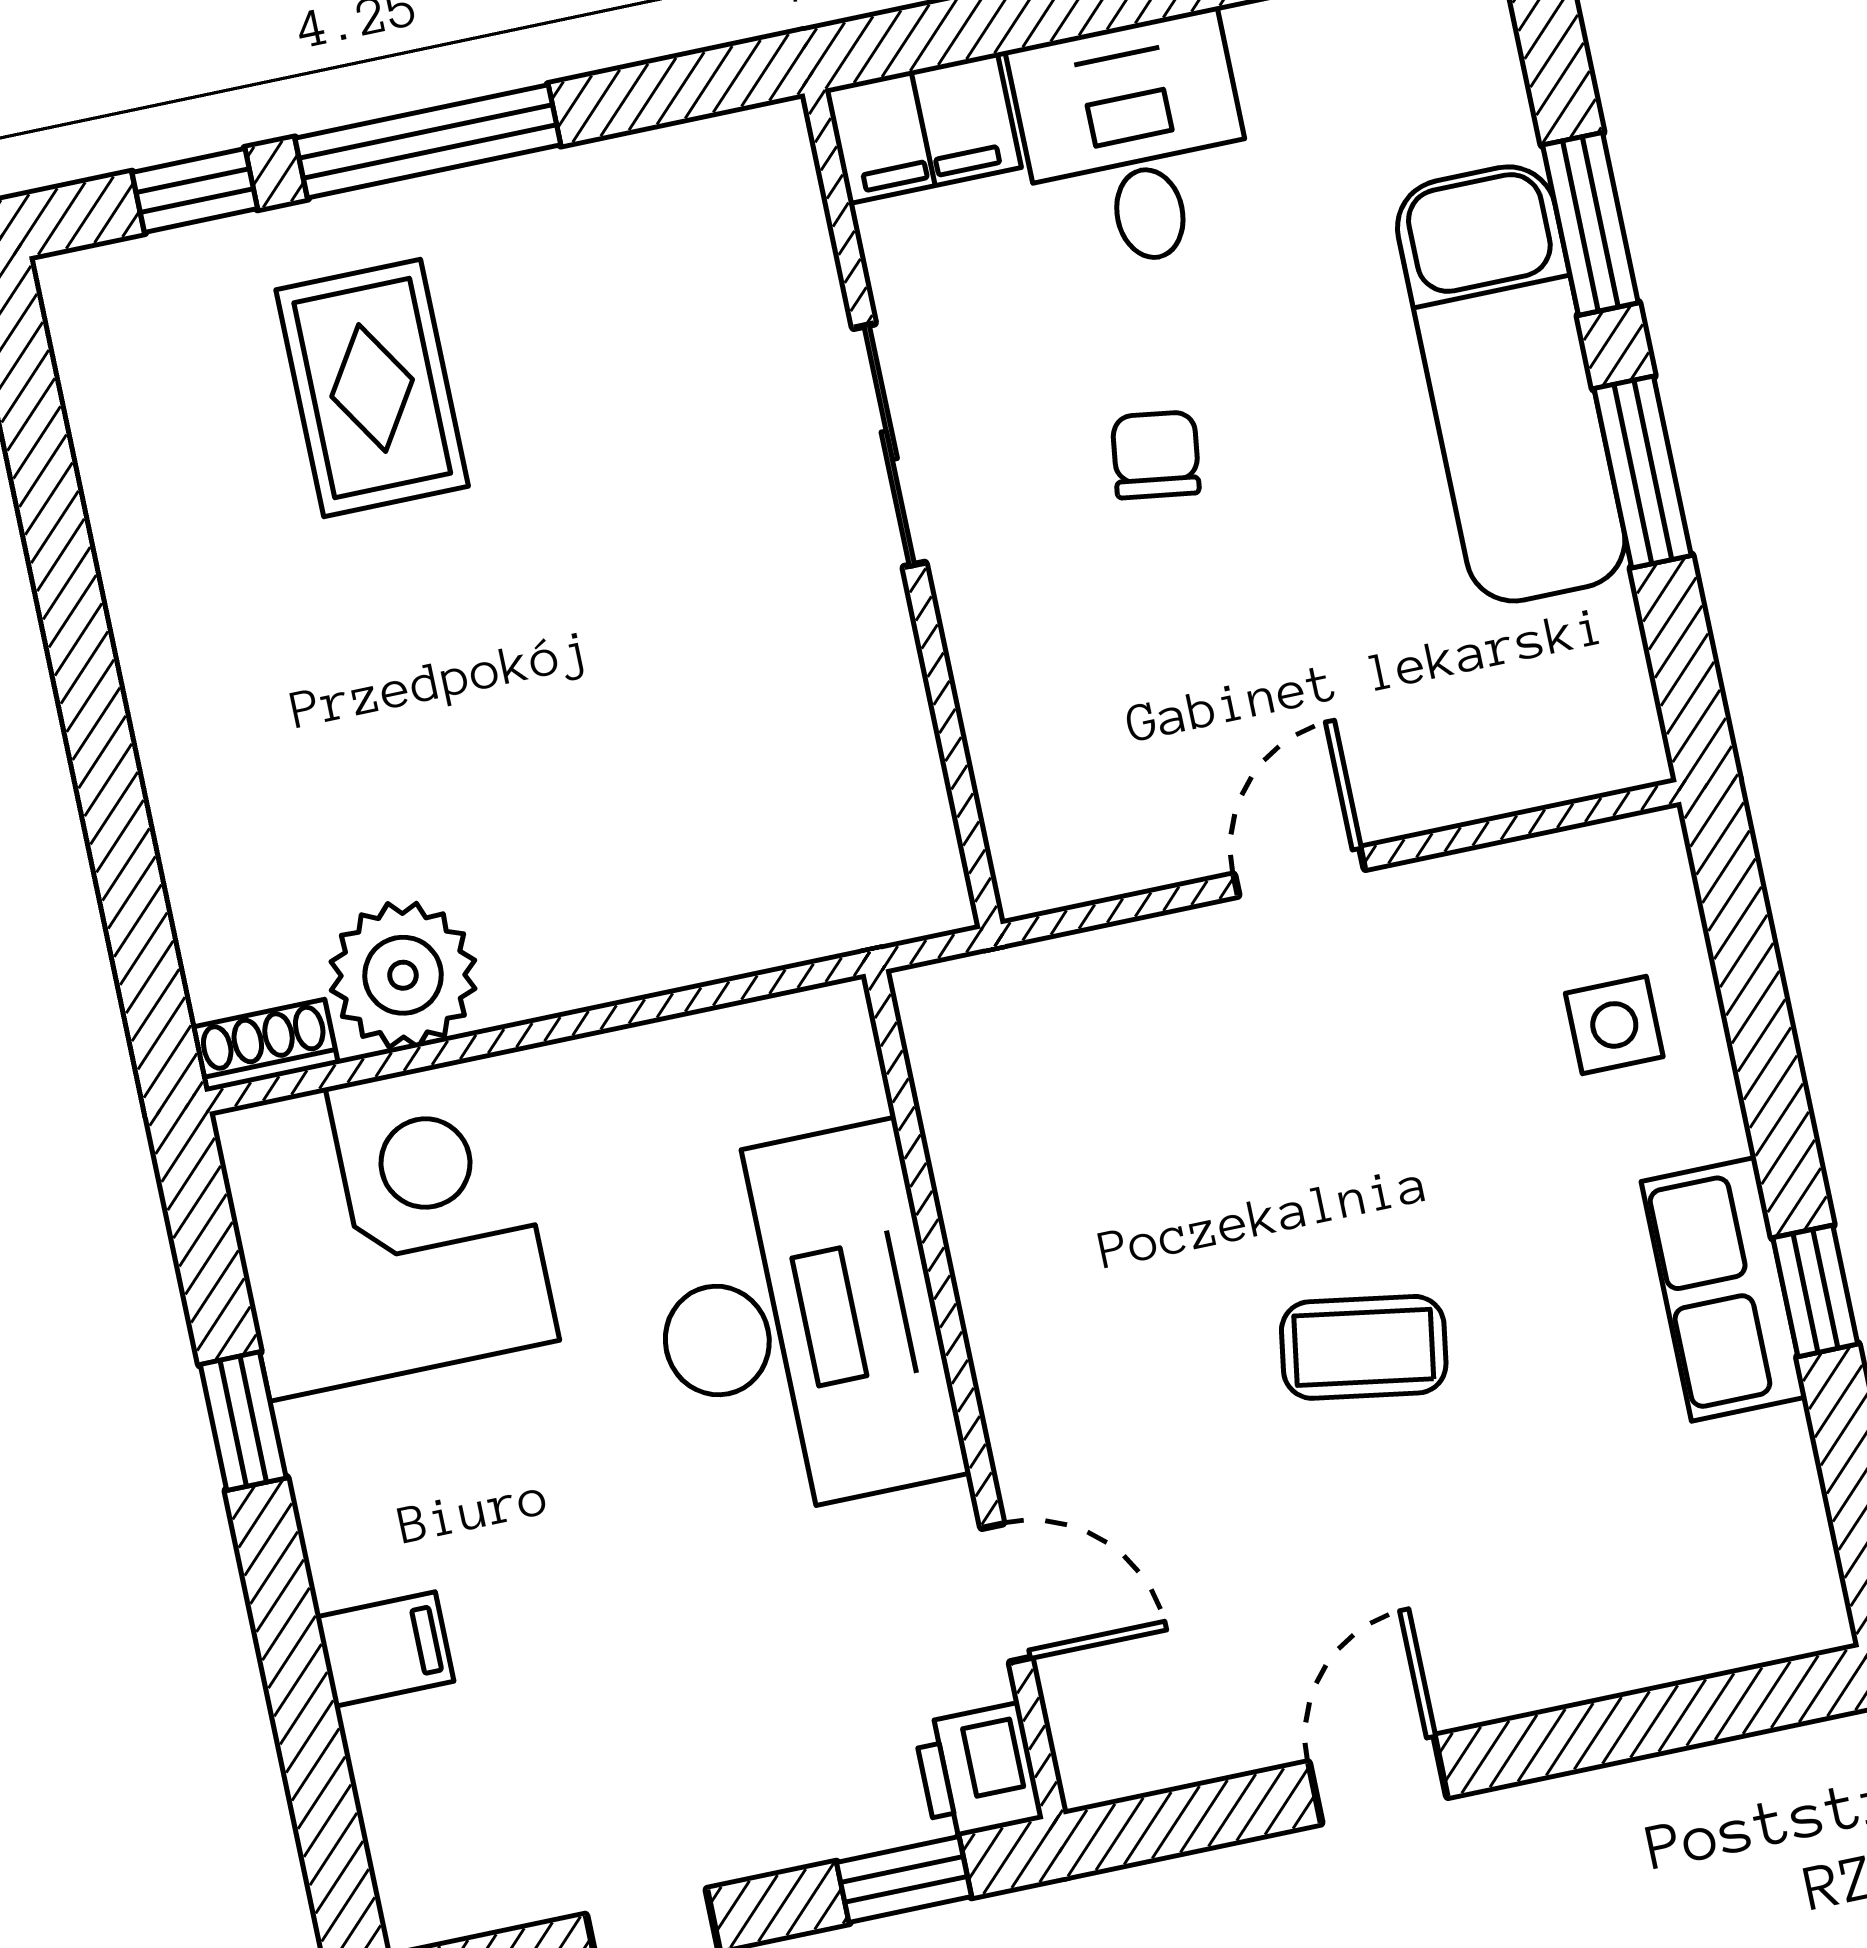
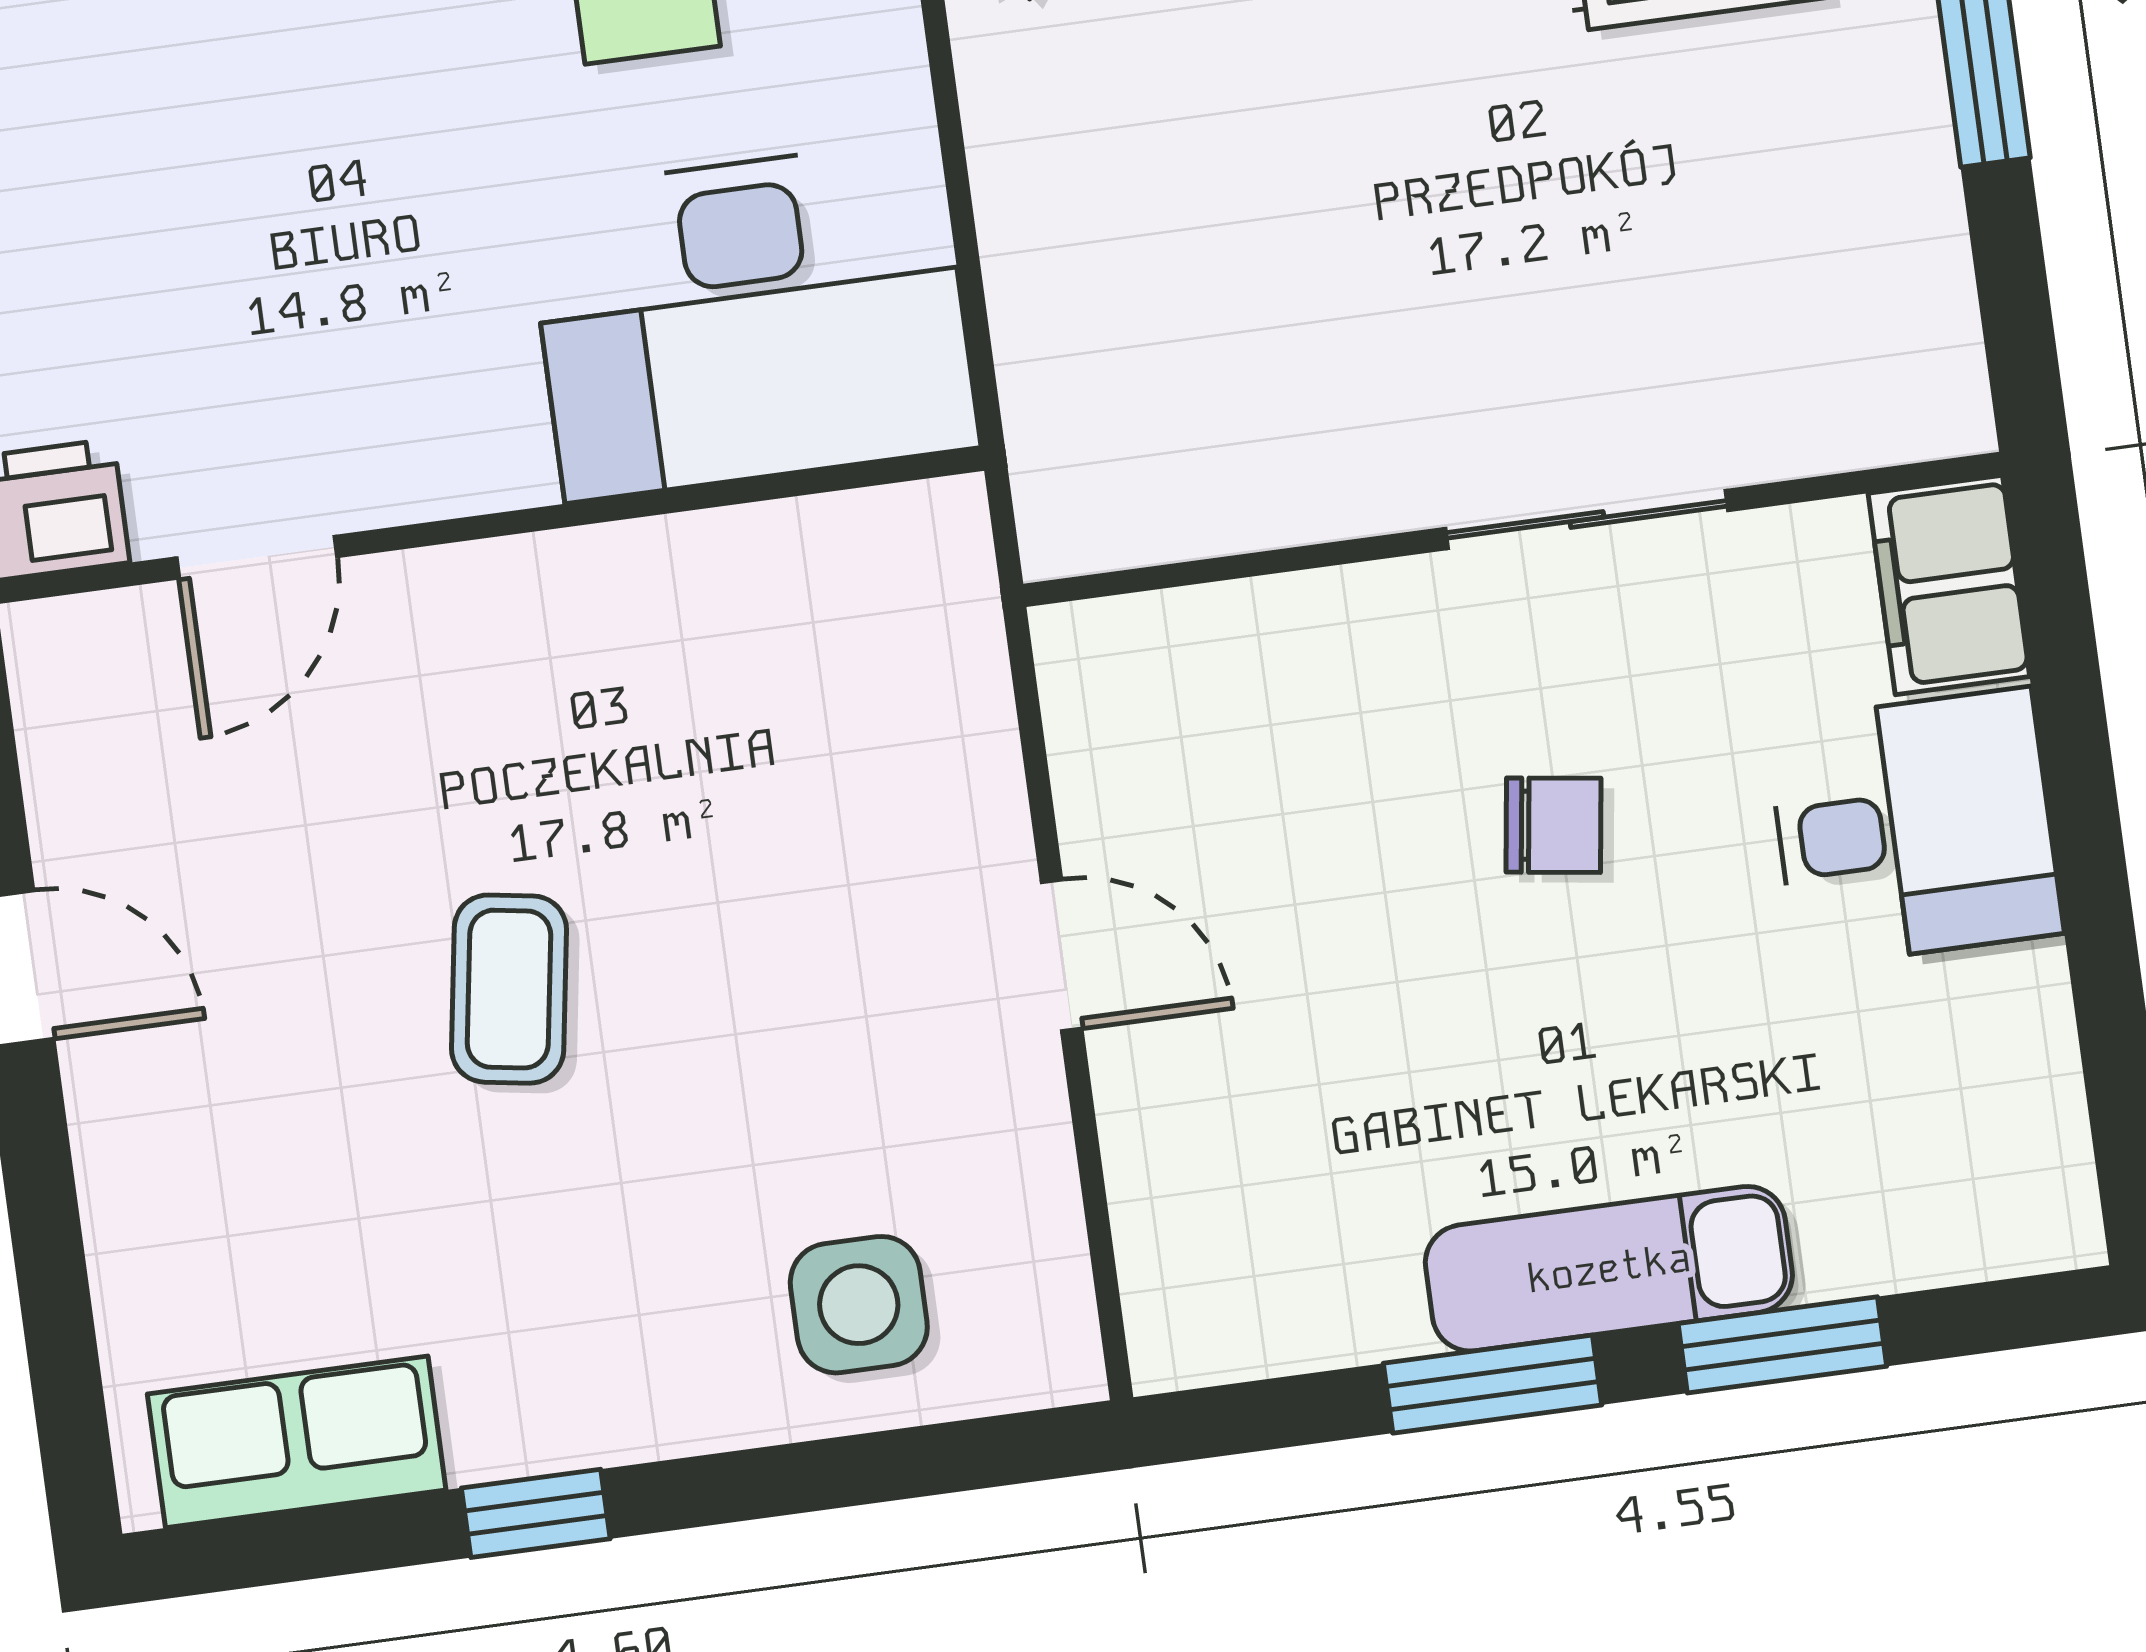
exam couch: (1511, 384) -> (1609, 1269), width x0.73, depth x0.69
side table: (1614, 1025) -> (859, 1305), width x1.37, depth x1.37
row of seats: (1724, 1289) -> (297, 1442), moved
desk: (800, 1323) -> (752, 320), moved

